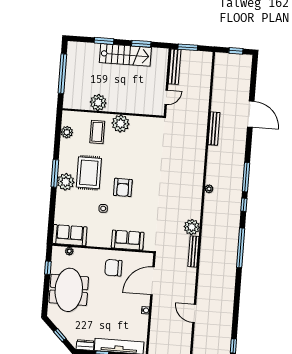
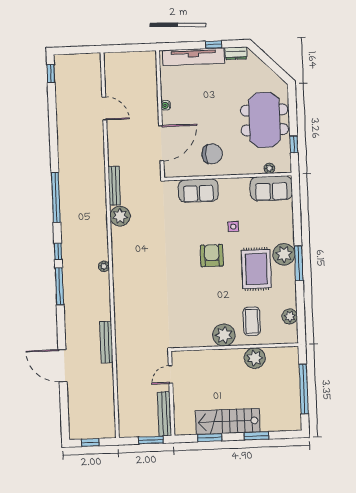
window: (60, 335) -> (269, 62), removed

